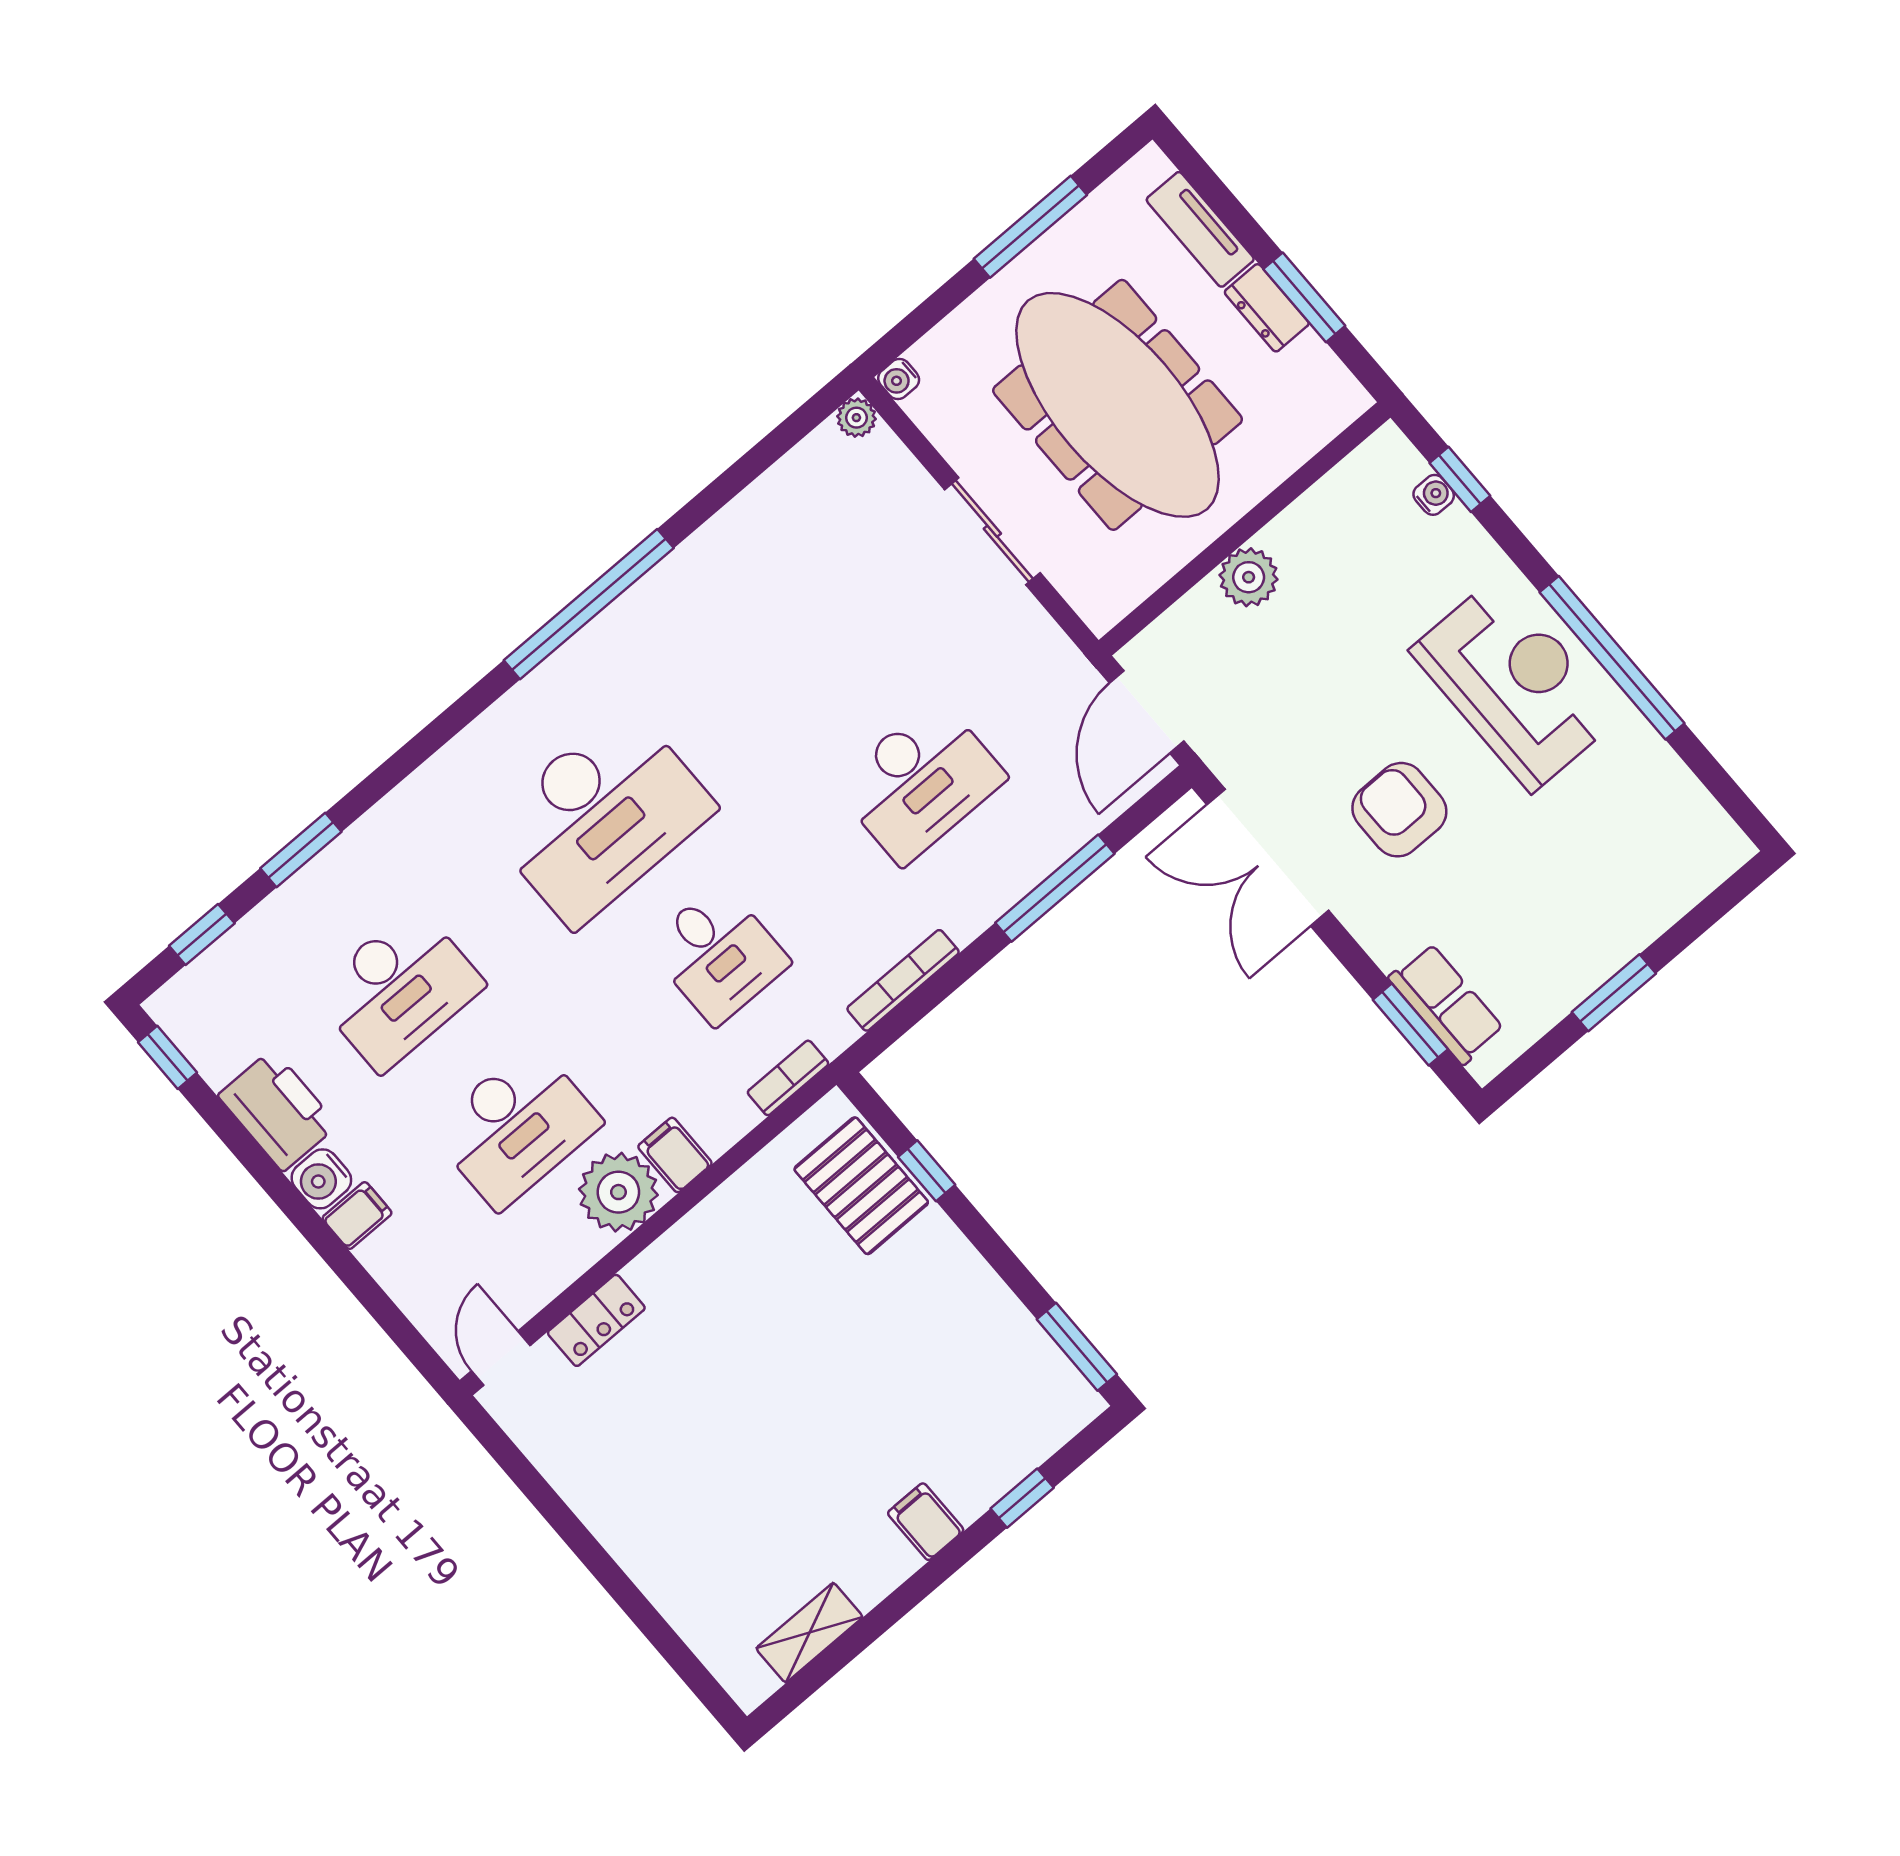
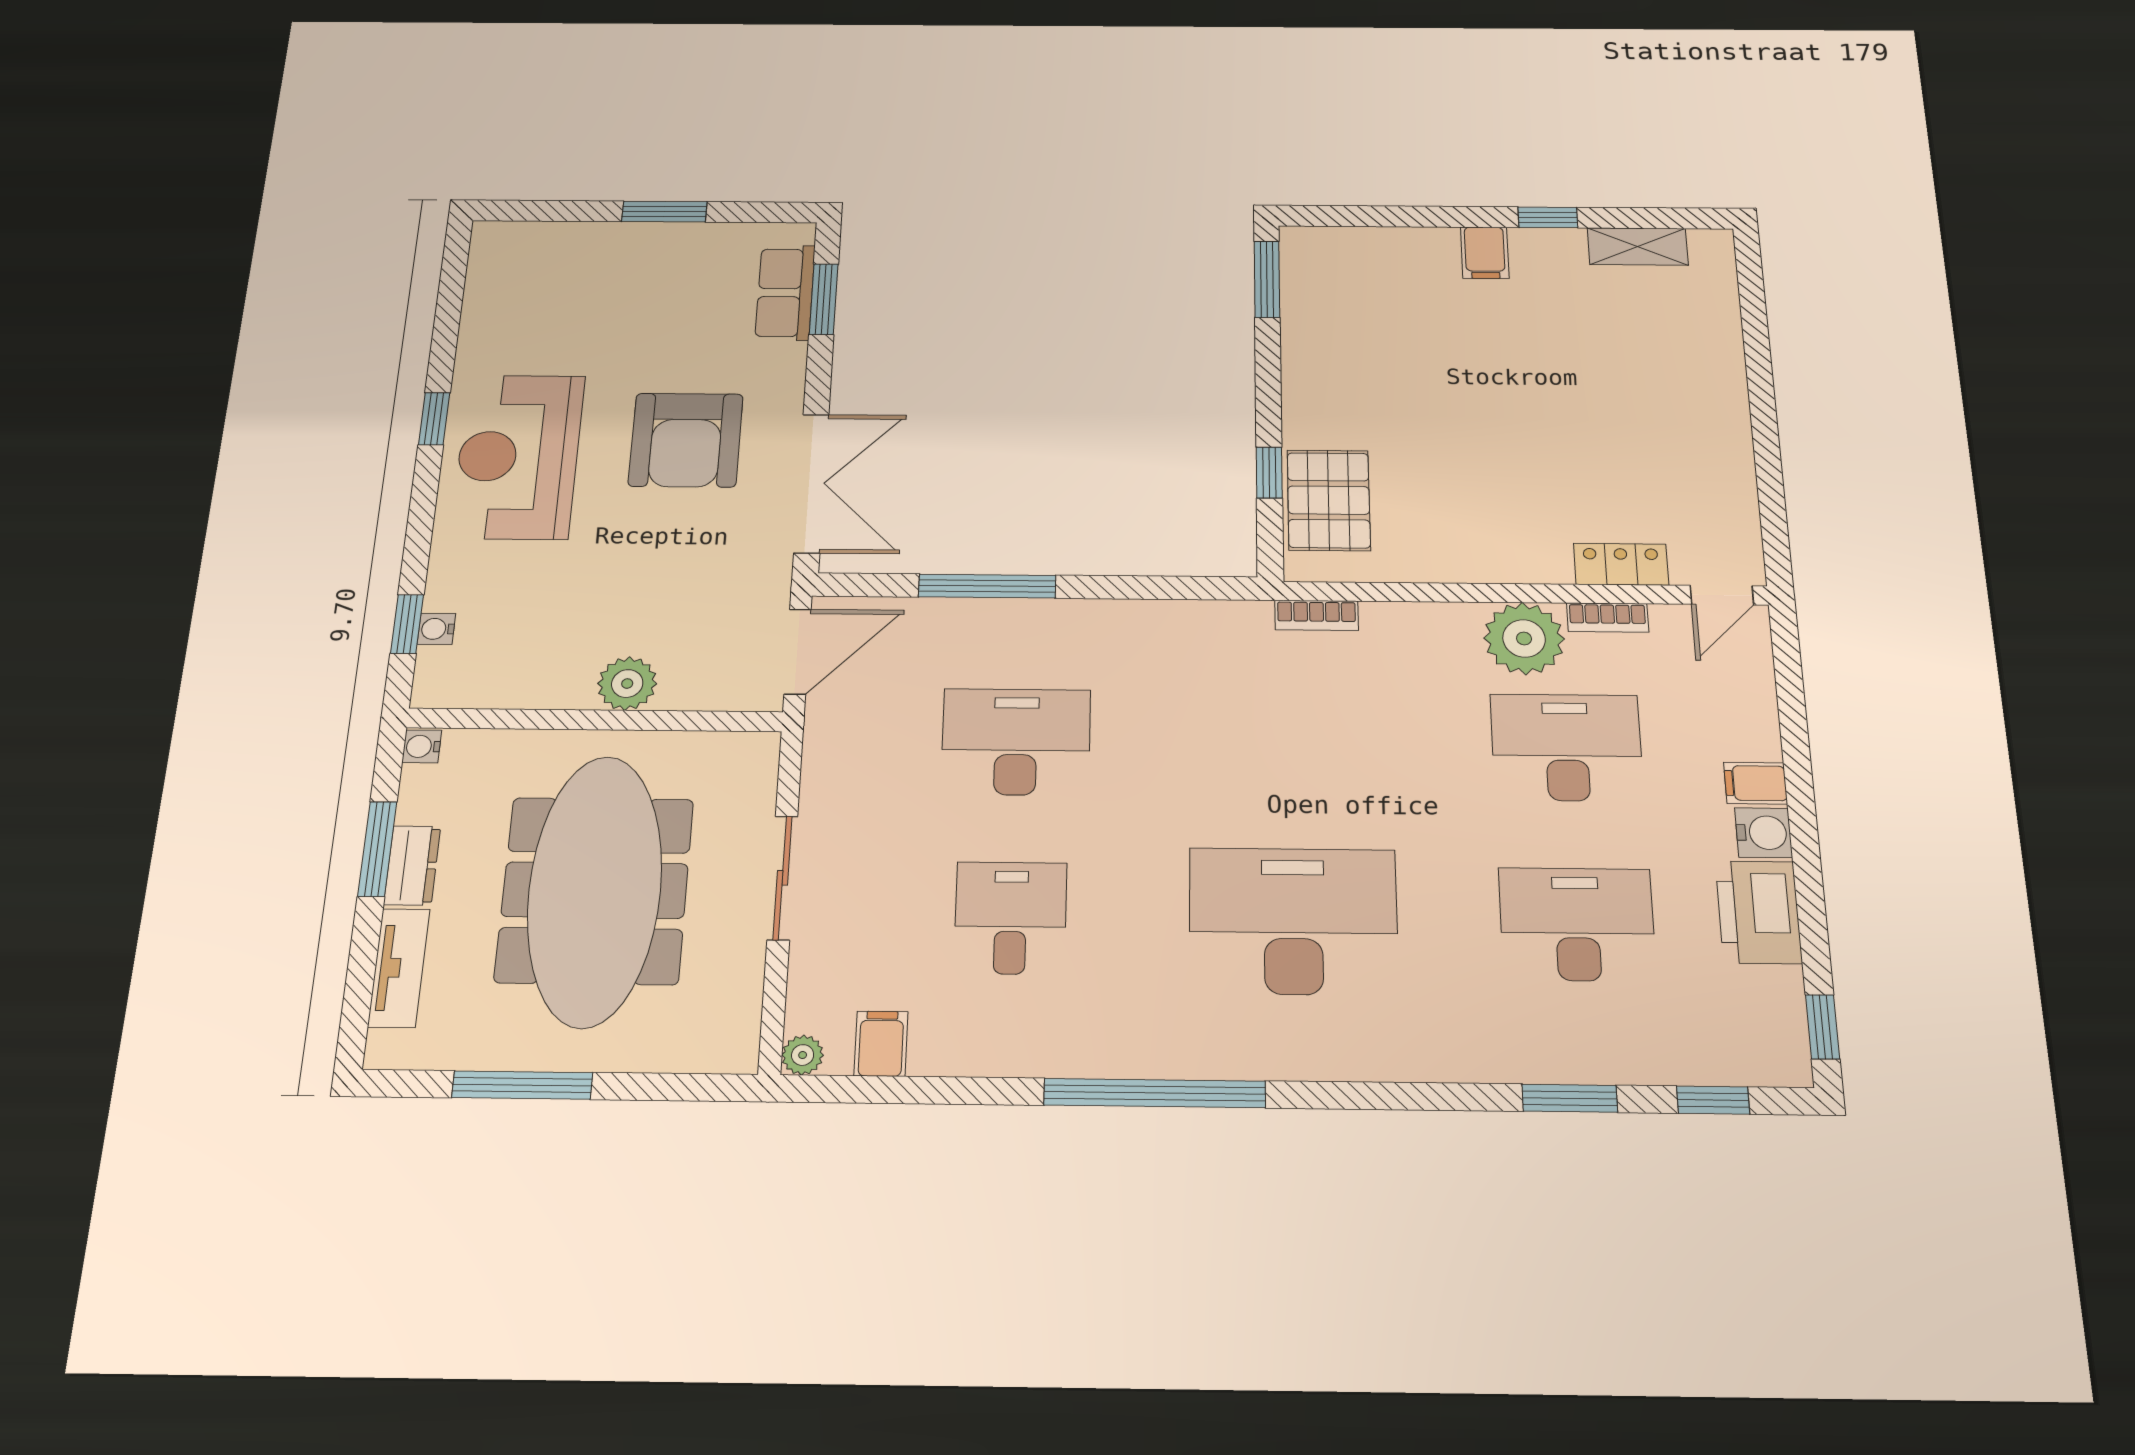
water cooler: (899, 379) -> (422, 746), moved, turned 180
window: (1612, 658) -> (434, 419), width x0.32
armchair: (1399, 810) -> (686, 440), width x1.36, depth x1.36
desk: (718, 954) -> (1011, 918), moved
bookcase: (903, 980) -> (1608, 618), moved, width x0.64
filing cabinet: (675, 1155) -> (881, 1044), moved, turned 180
window: (1022, 1498) -> (1548, 217), moved

